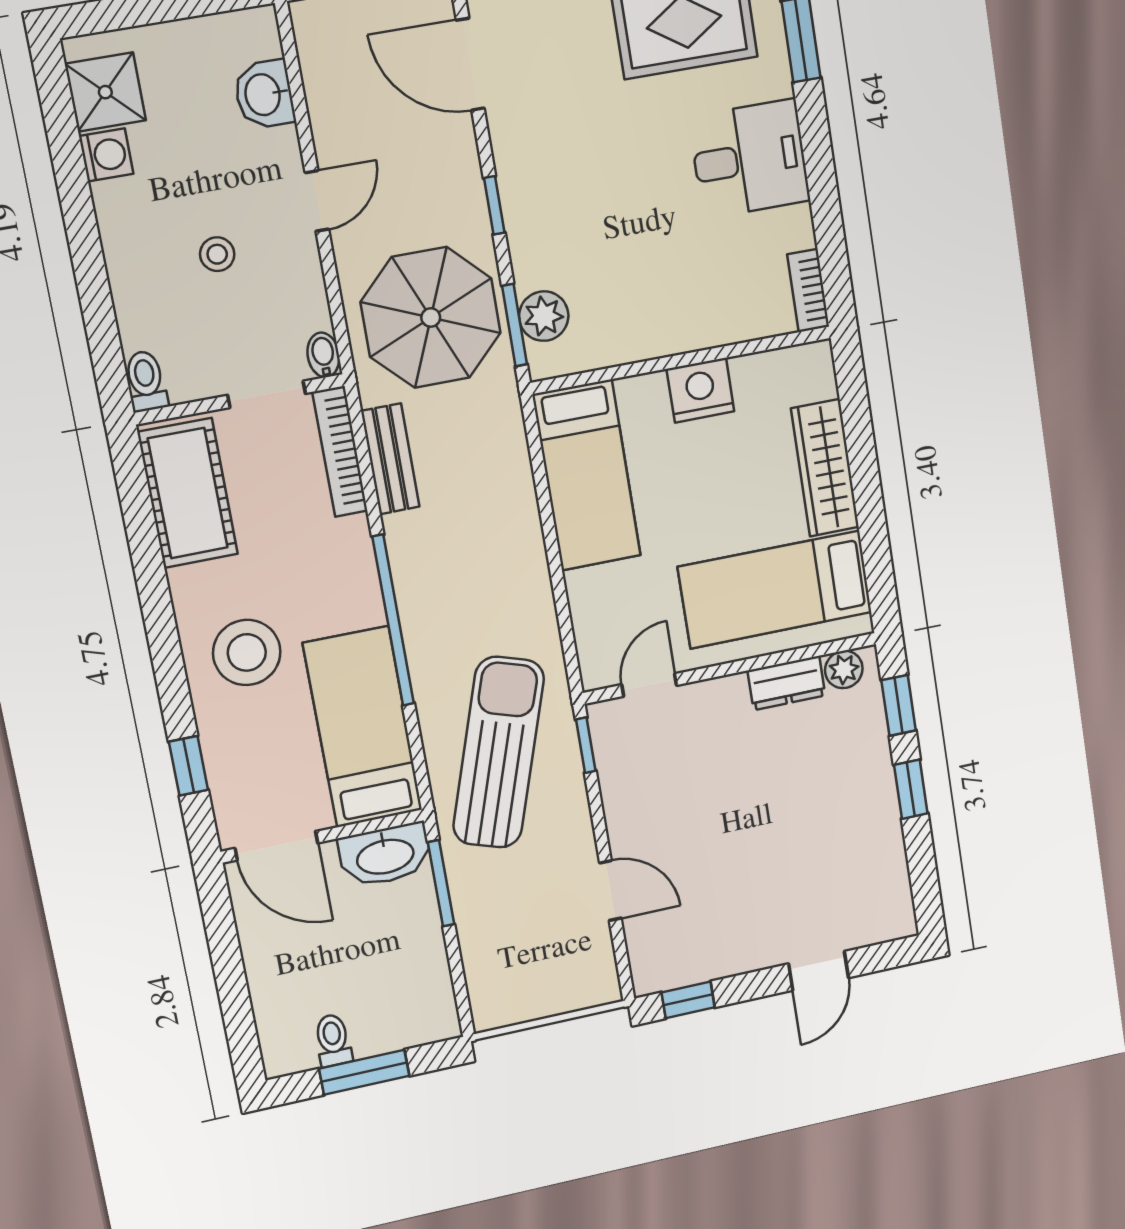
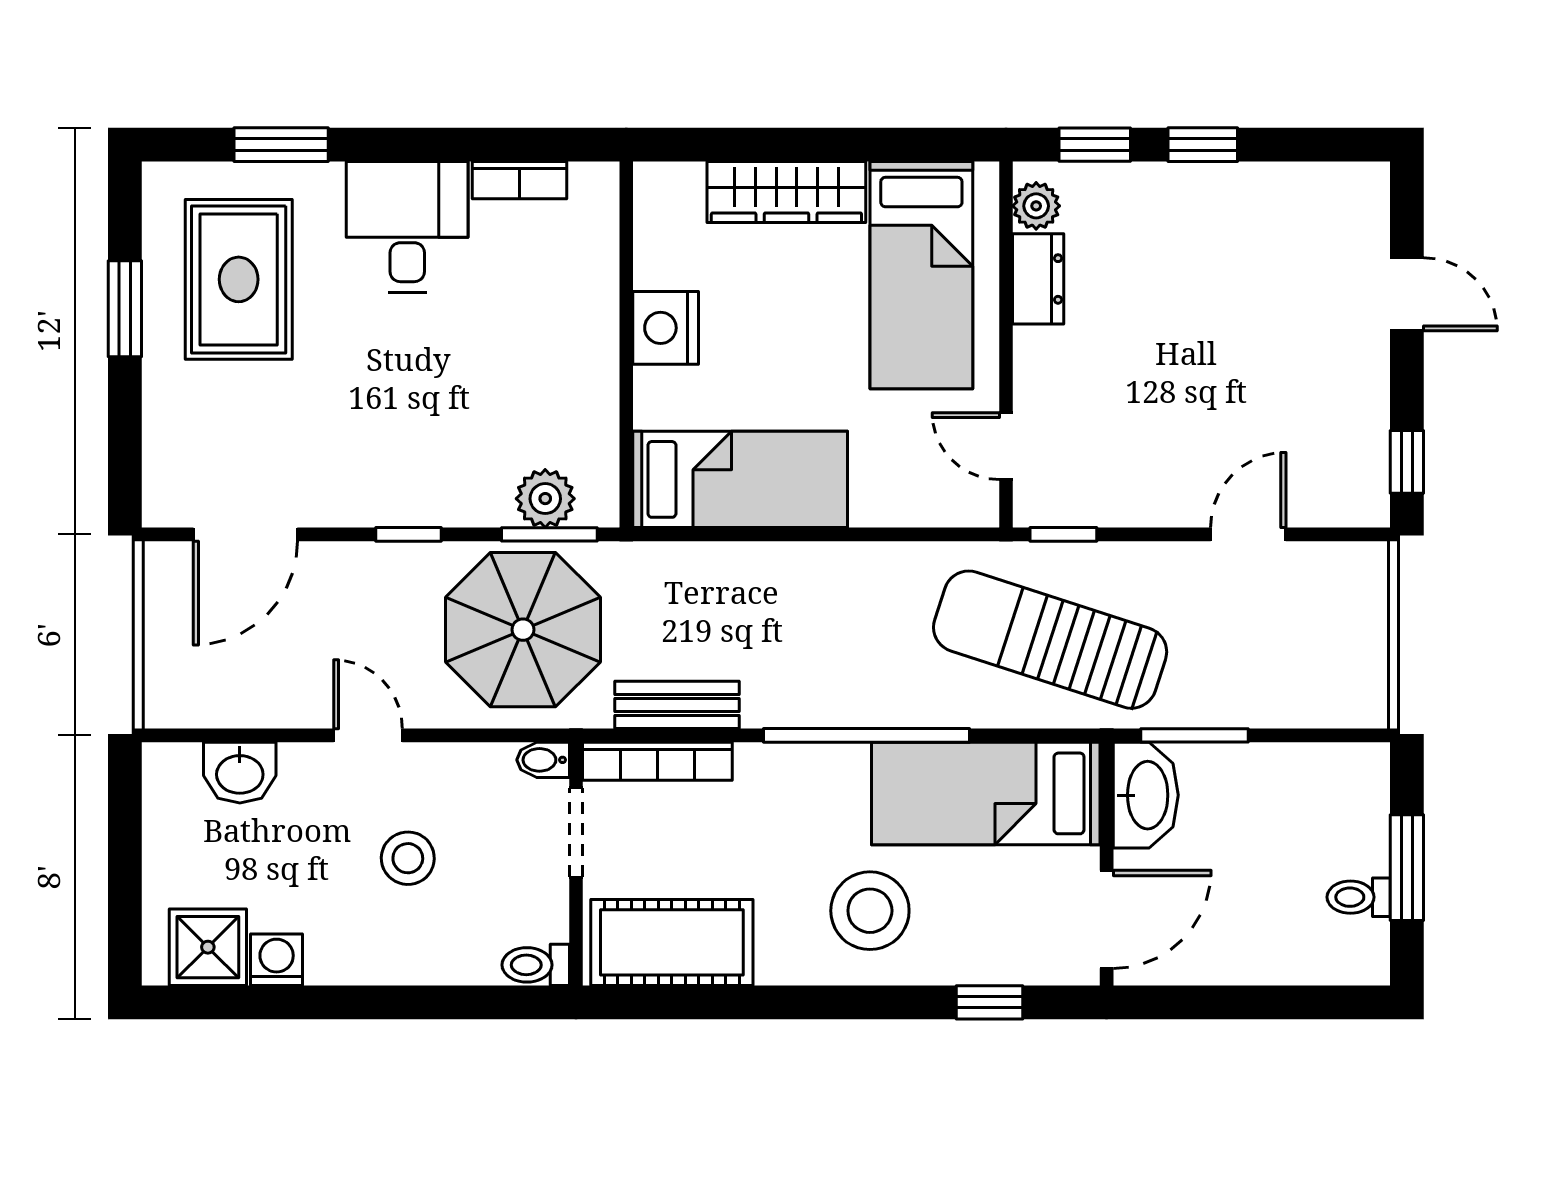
stool: (217, 254) -> (408, 858), width x1.37, depth x1.37
bookcase: (808, 291) -> (520, 180), moved

